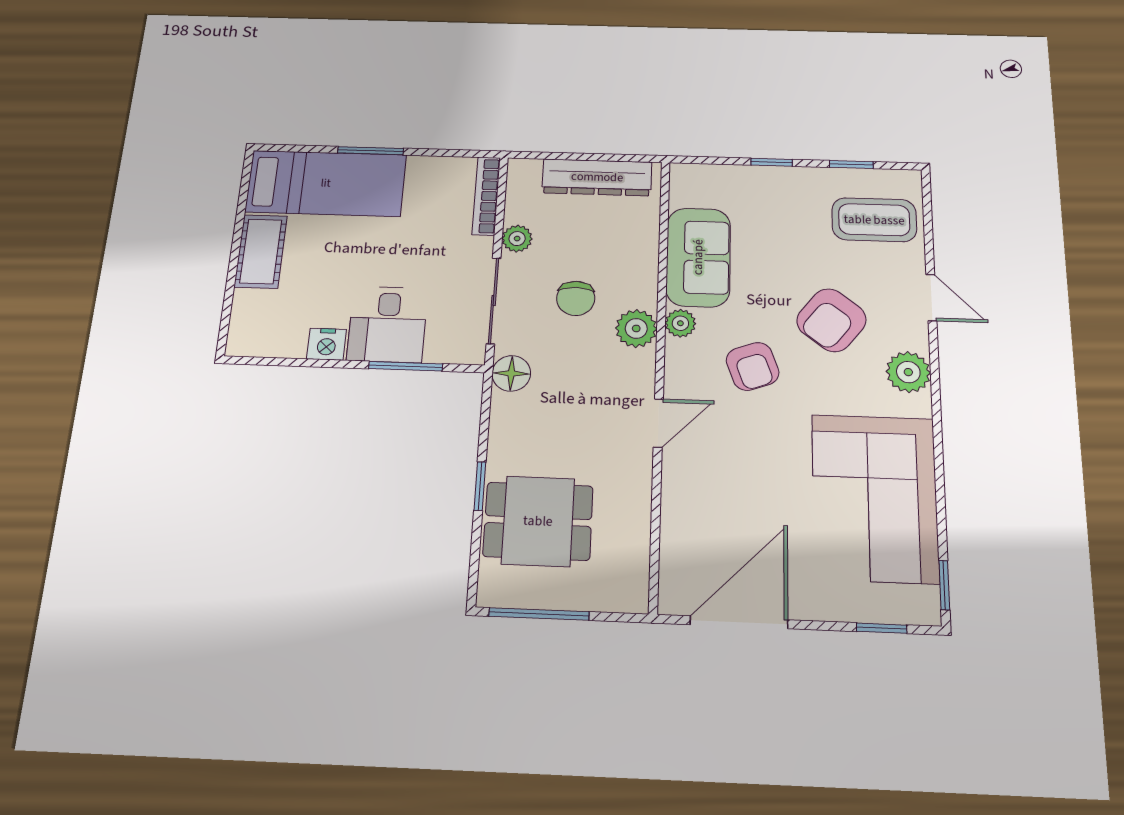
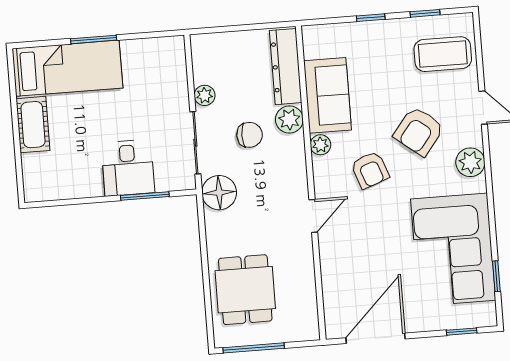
dresser: (597, 177) -> (286, 67), moved, turned 90
bookcase: (486, 196) -> (179, 66), removed
chair: (576, 298) -> (250, 135), turned -90
plant: (636, 328) -> (289, 119), moved
nightstand: (327, 344) -> (90, 187), removed
floor lamp: (511, 373) -> (219, 193), width x1.38, depth x1.38
window: (480, 486) -> (205, 271), removed
dining table: (538, 521) -> (245, 290), turned 90
window: (944, 585) -> (496, 276), moved

